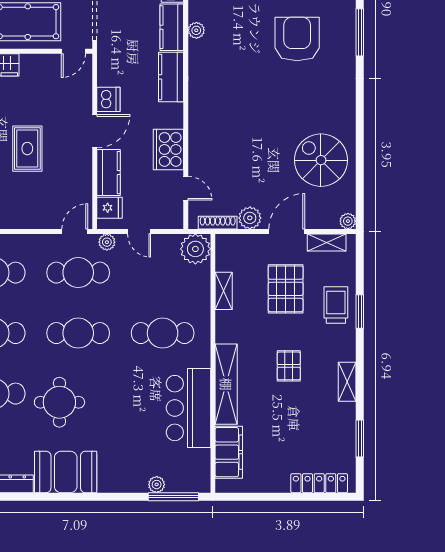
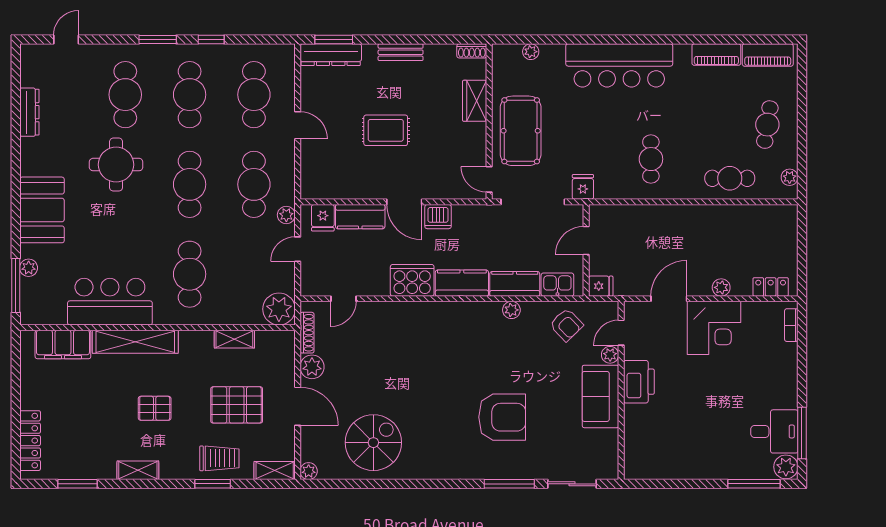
cooker: (168, 149) -> (412, 280), moved
door: (75, 232) -> (298, 125), moved
shelving: (327, 242) -> (275, 470), moved, turned 90
booth: (66, 472) -> (42, 210), moved

